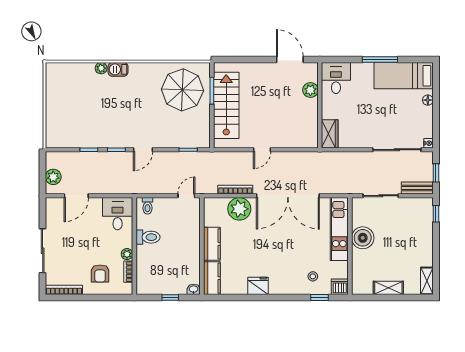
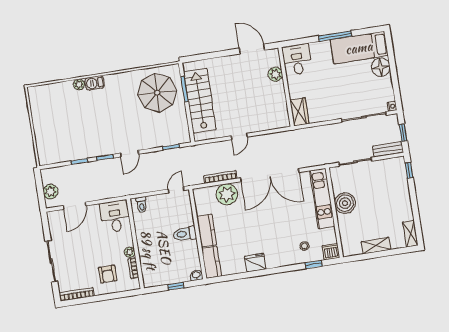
floor lamp: (428, 100) -> (381, 67), width x1.89, depth x1.89
toilet: (148, 237) -> (185, 234), moved, turned 180

